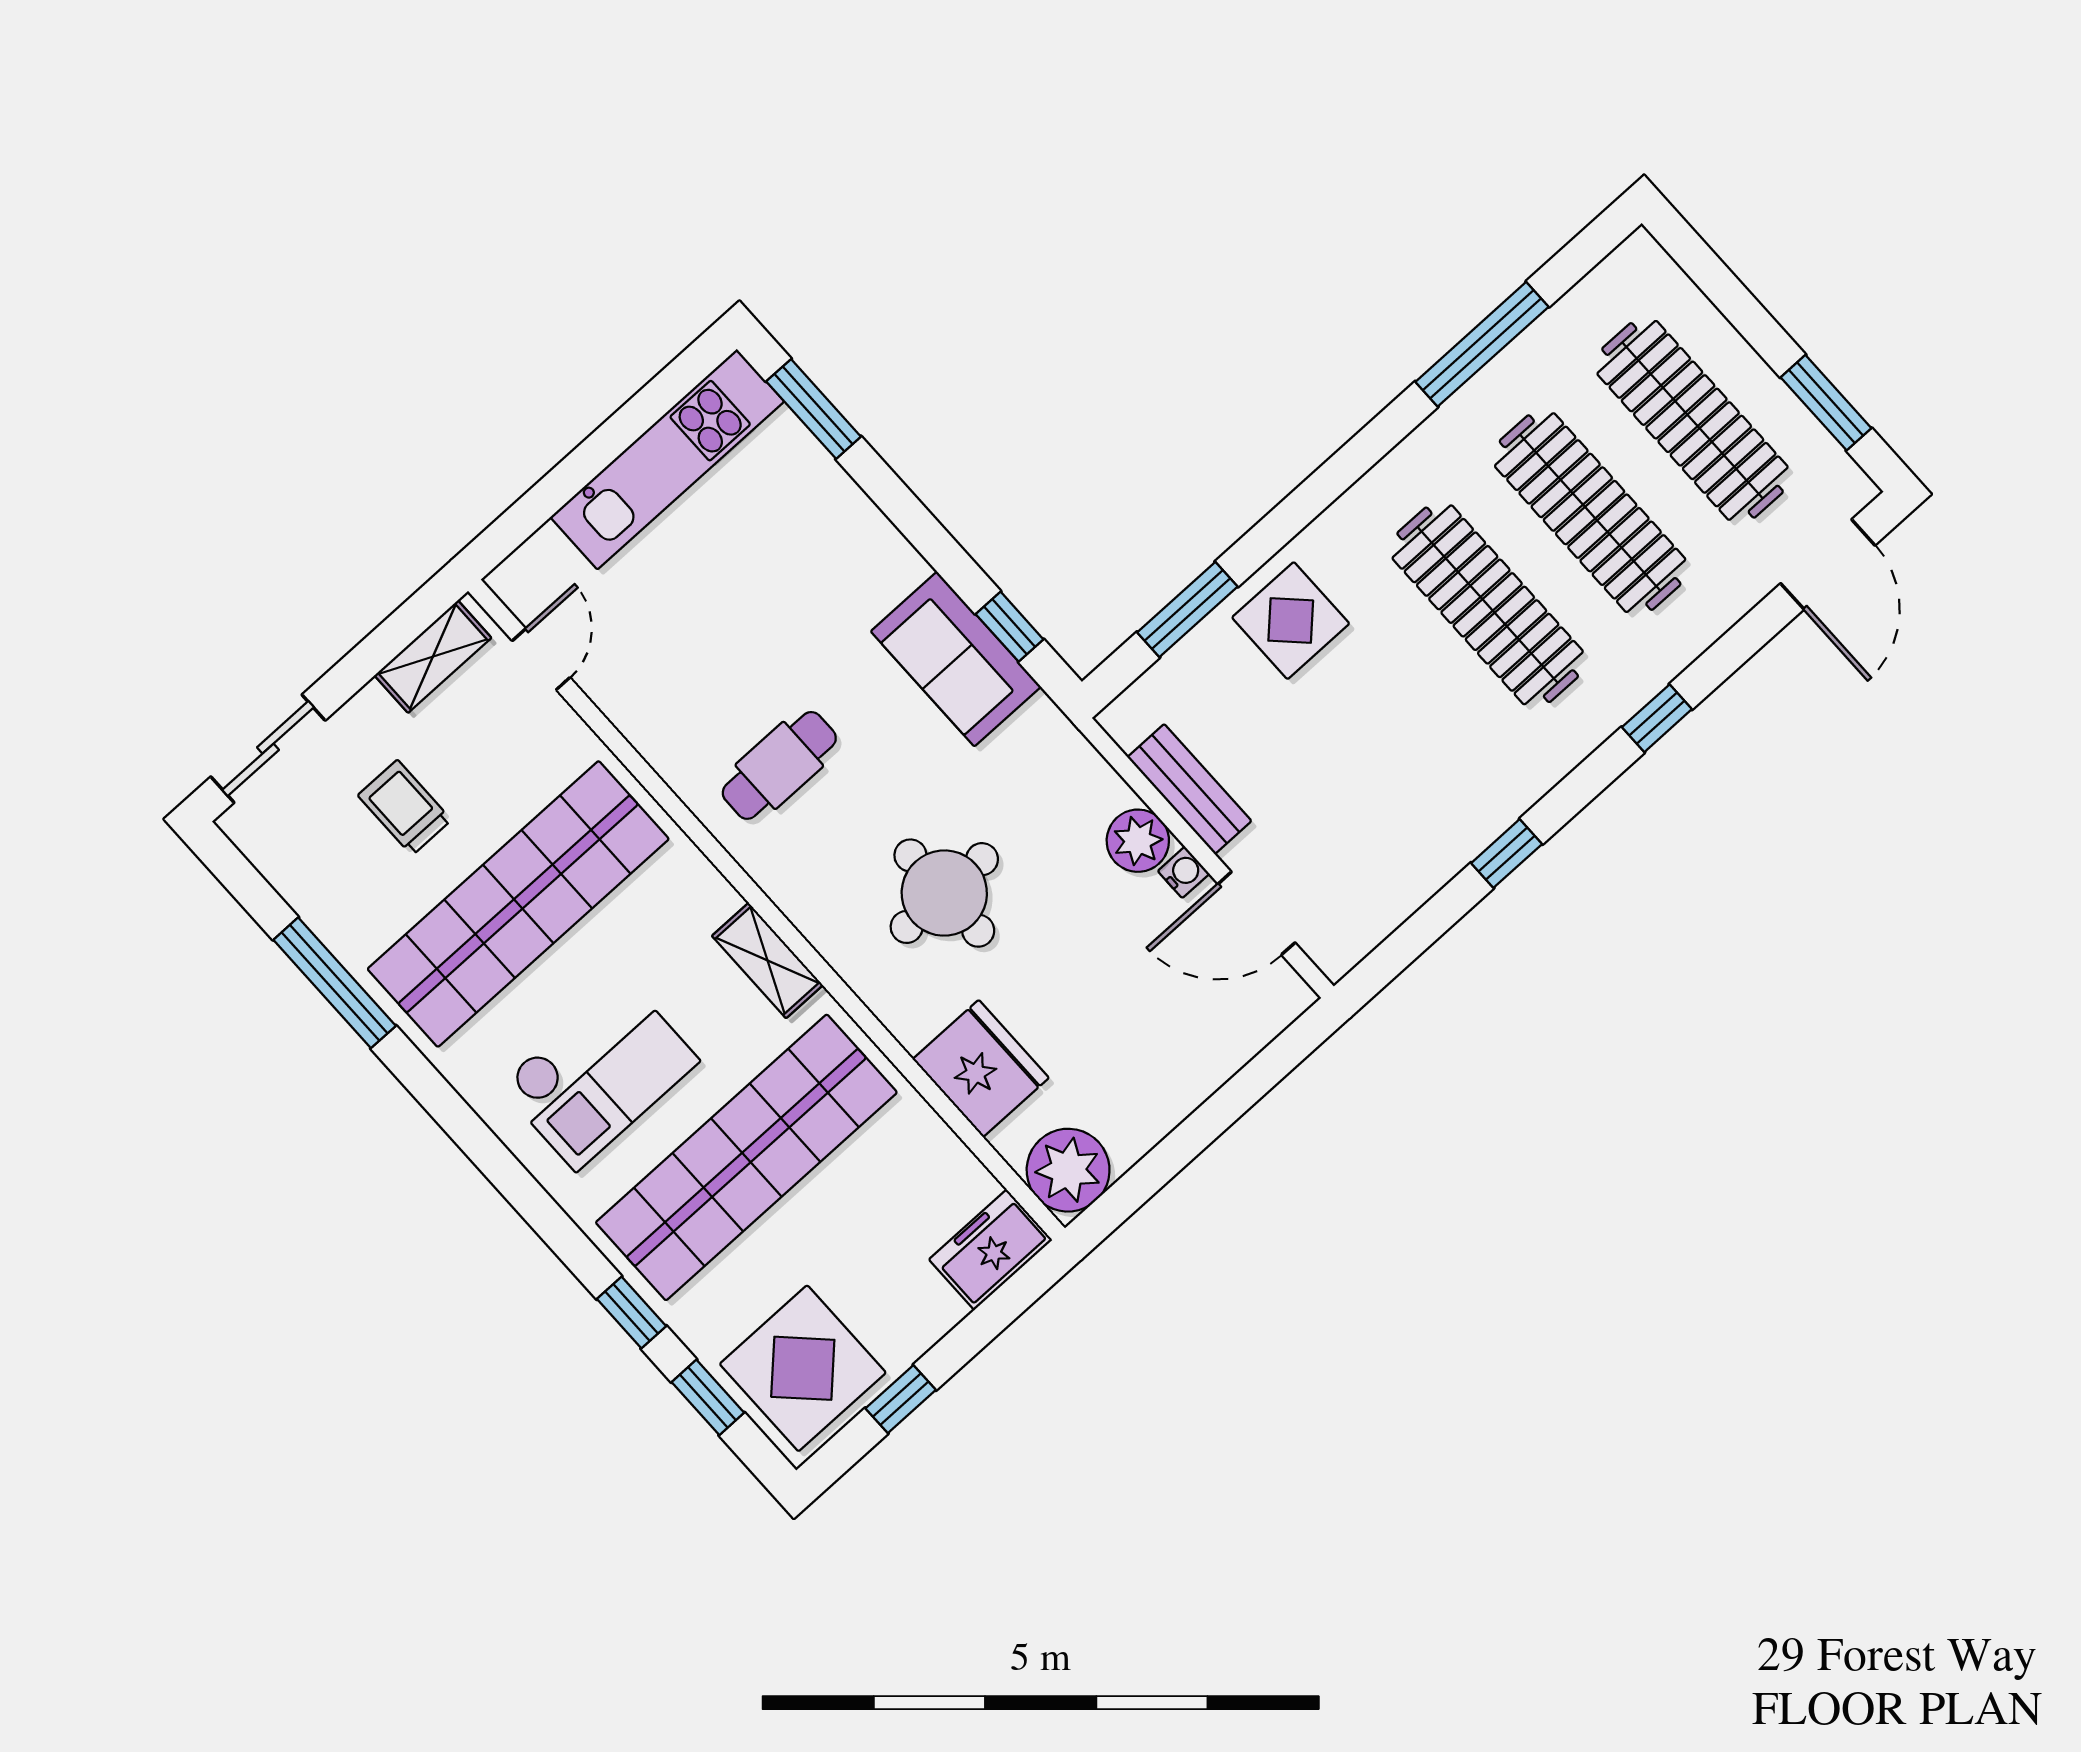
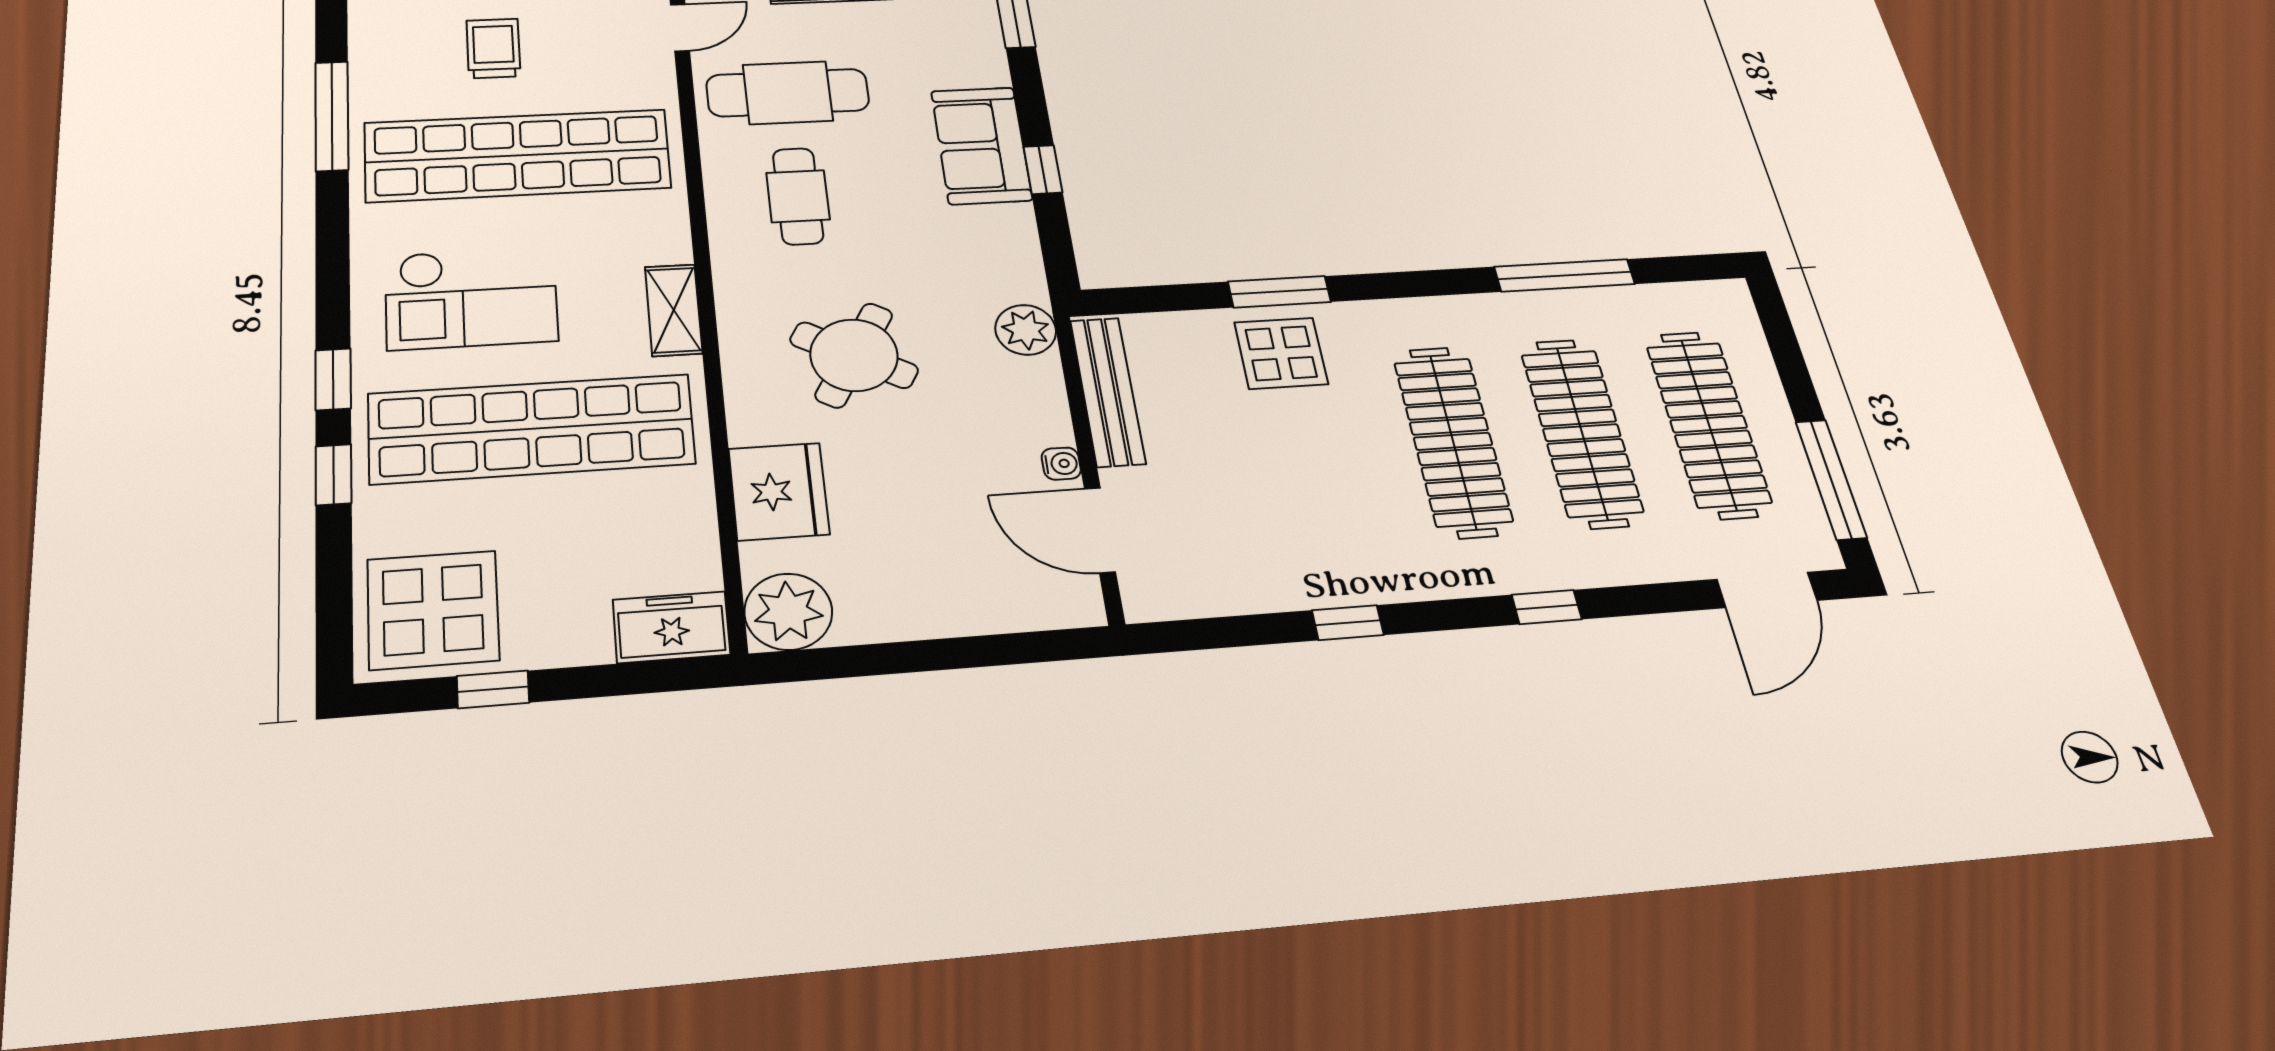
window: (1826, 403) -> (1831, 479), width x1.44
window: (1187, 609) -> (1279, 292), moved
window: (1010, 627) -> (1043, 170), moved
sofa: (956, 659) -> (981, 145), moved
cafe table: (687, 660) -> (788, 93), added
cafe table: (779, 765) -> (798, 196), turned 90
bench: (1189, 789) -> (1108, 392), width x1.36
plant: (1138, 841) -> (1026, 330), moved
round table: (944, 893) -> (854, 355), turned 30
window: (708, 1397) -> (333, 379), moved

